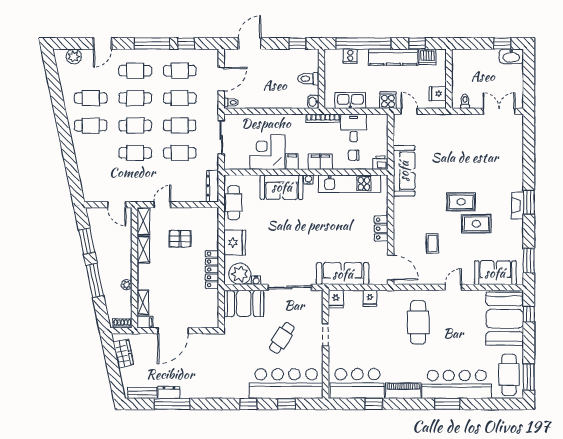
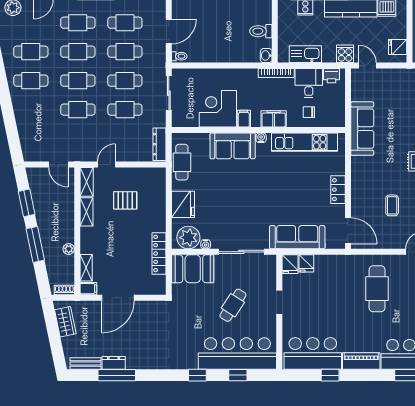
printer: (380, 163) -> (332, 76), moved, turned 180
locker: (212, 269) -> (159, 253), moved
fridge: (370, 298) -> (306, 263), moved

